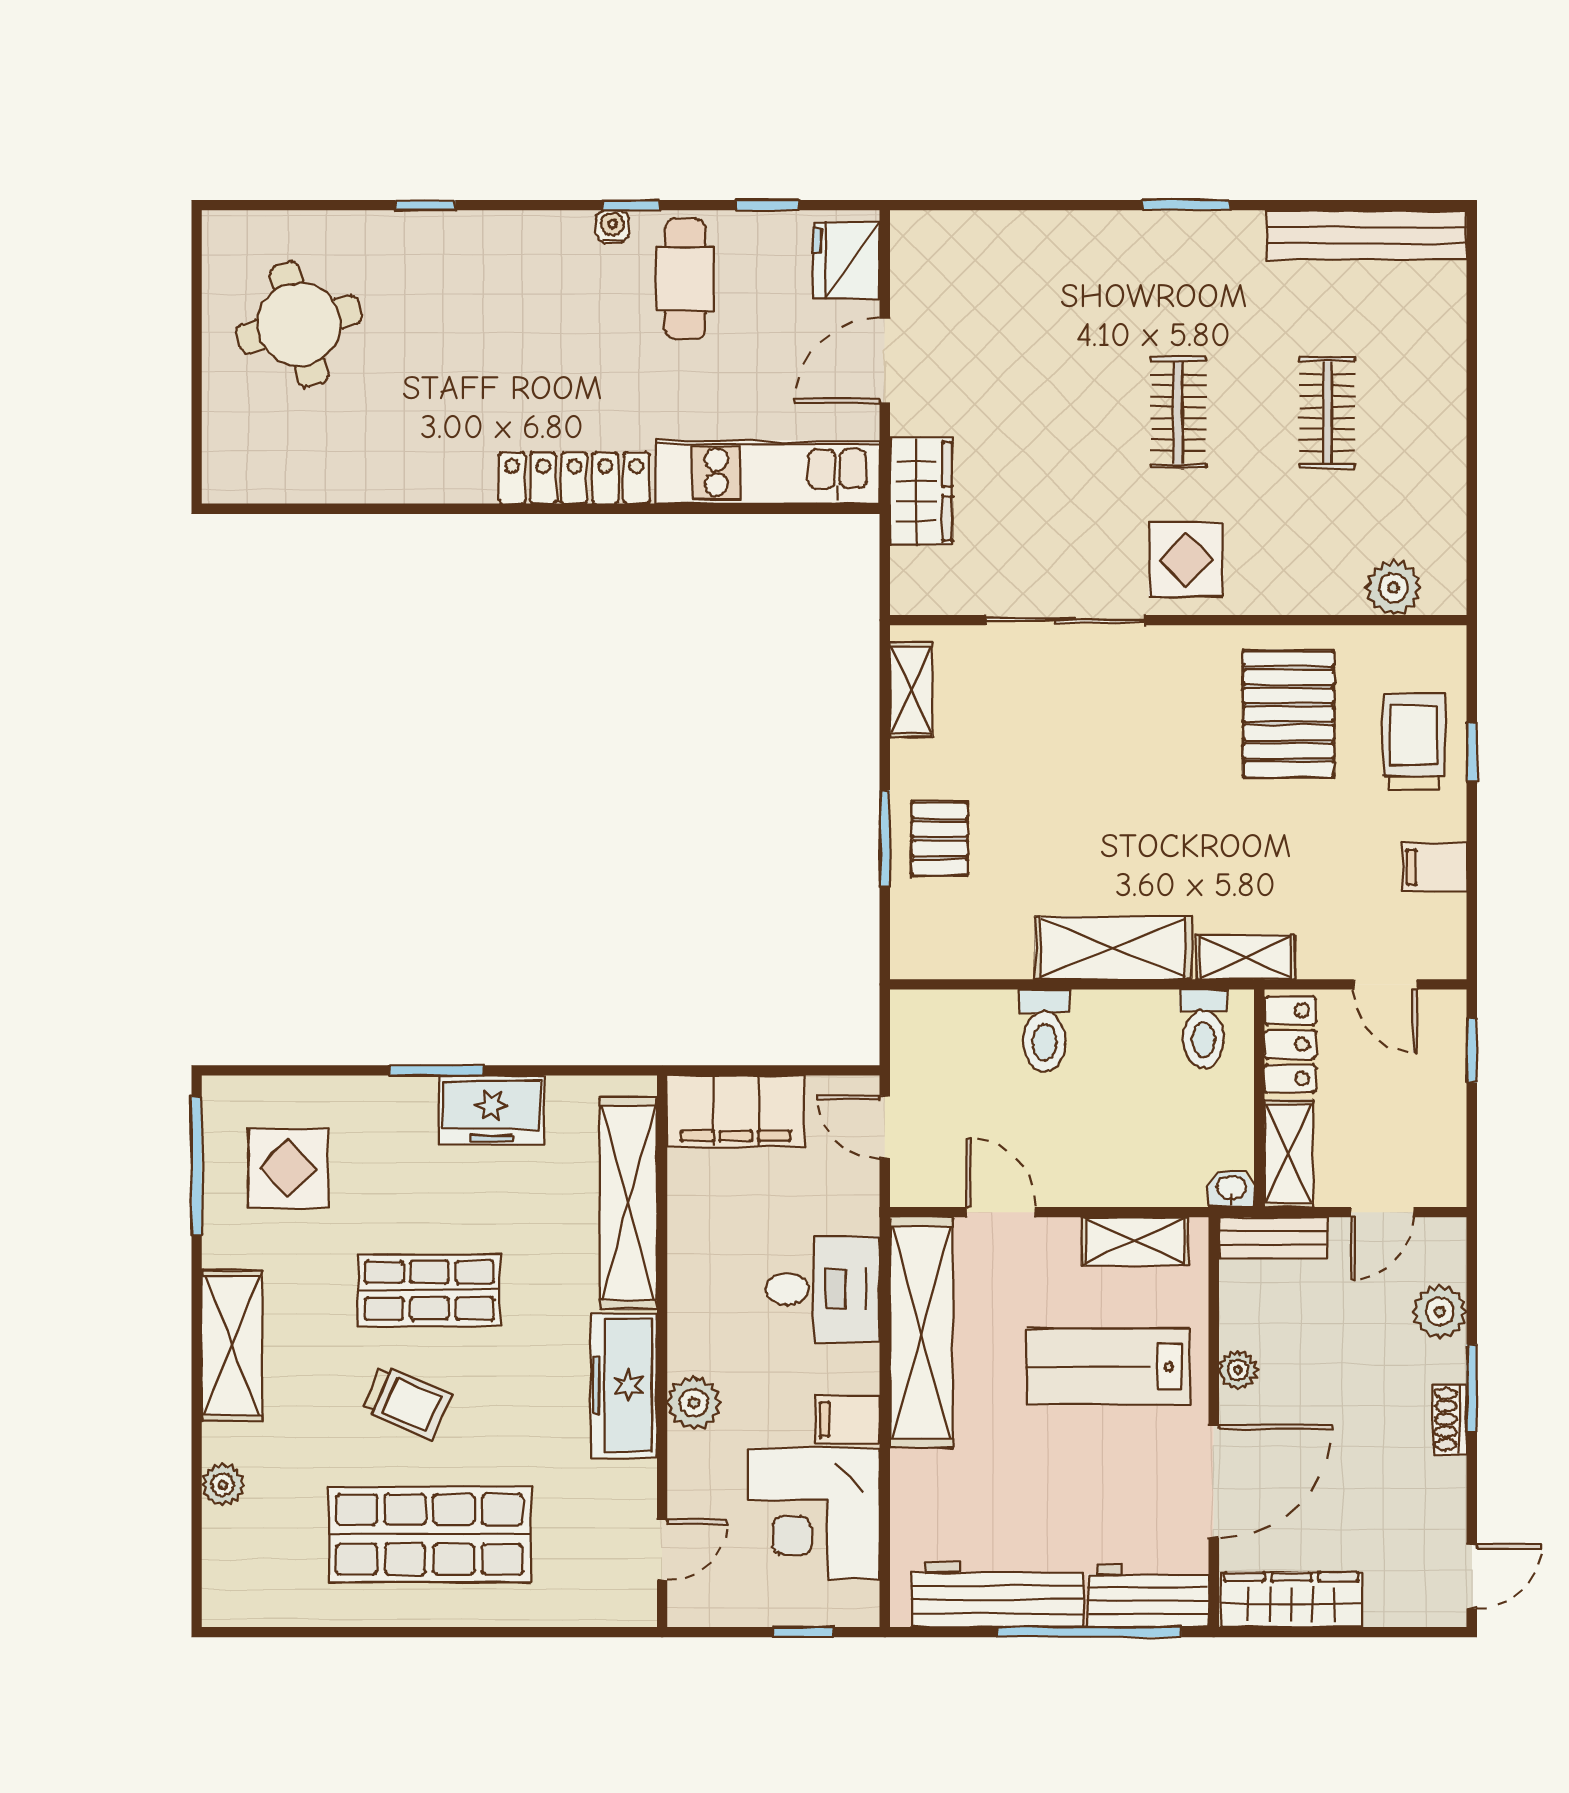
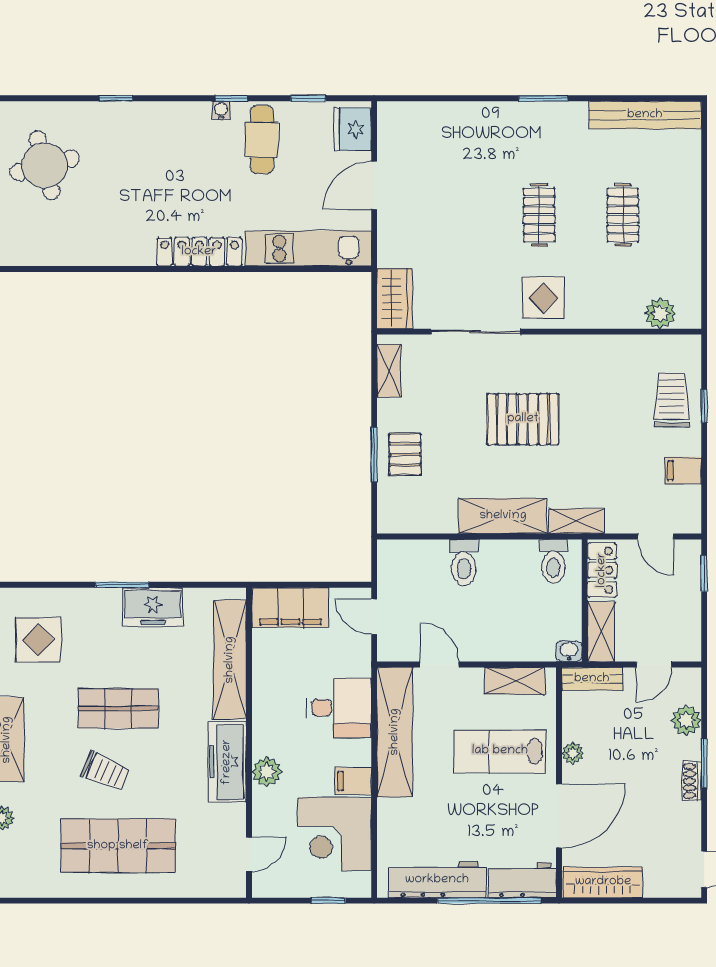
wardrobe: (921, 491) -> (395, 299), moved
pallet: (1289, 714) -> (523, 419), moved, turned 90

